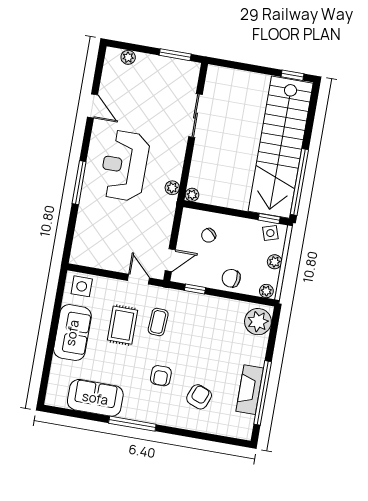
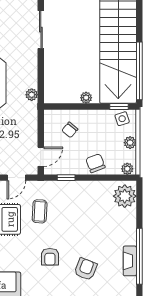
plant: (192, 195) -> (86, 98), moved
chair: (231, 278) -> (95, 163), turned 63
door: (138, 279) -> (16, 178), swing flipped
fireplace: (250, 390) -> (130, 261), width x0.73, depth x0.76

